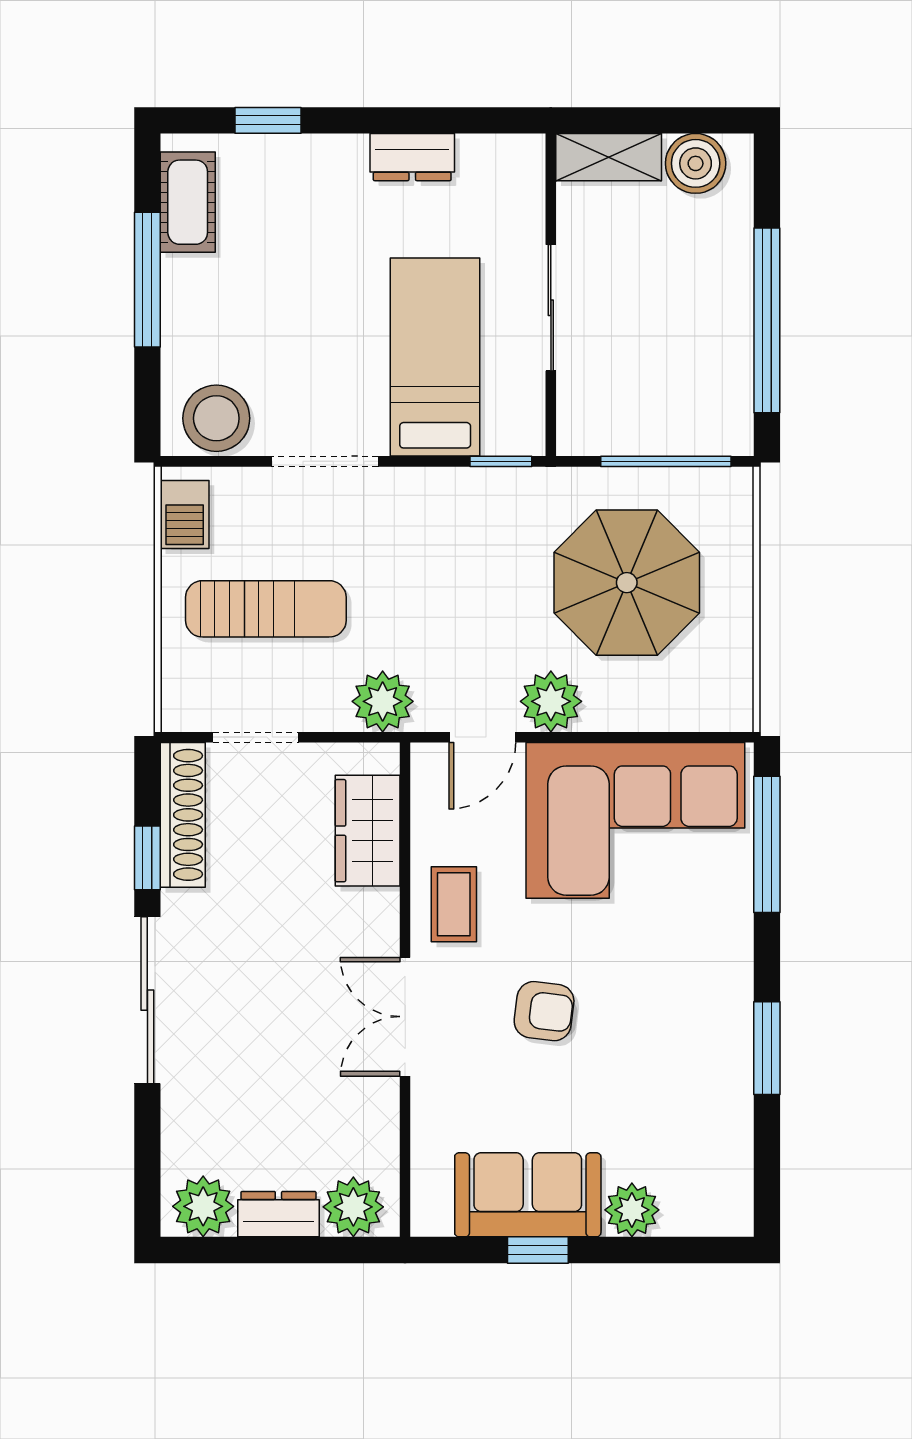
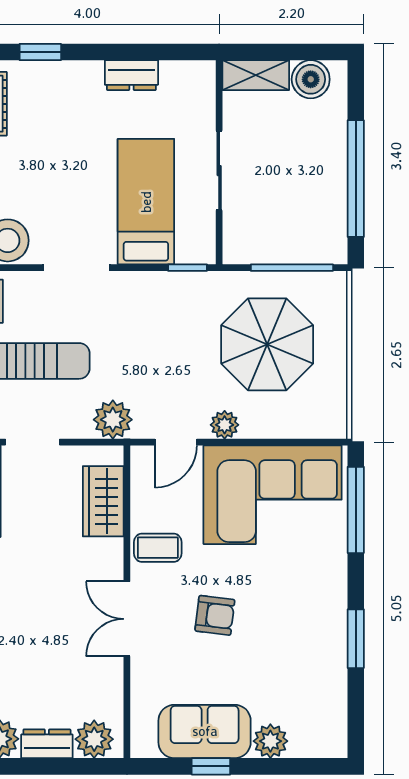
plant: (551, 701) -> (225, 425), width x0.73, depth x0.73
coffee table: (454, 904) -> (158, 548), turned 90

